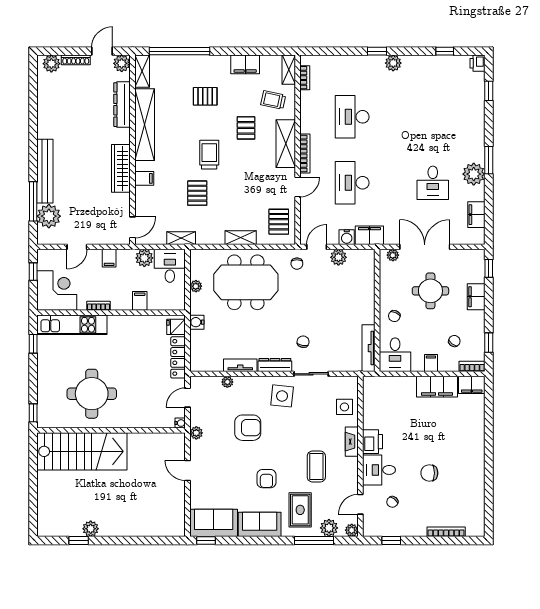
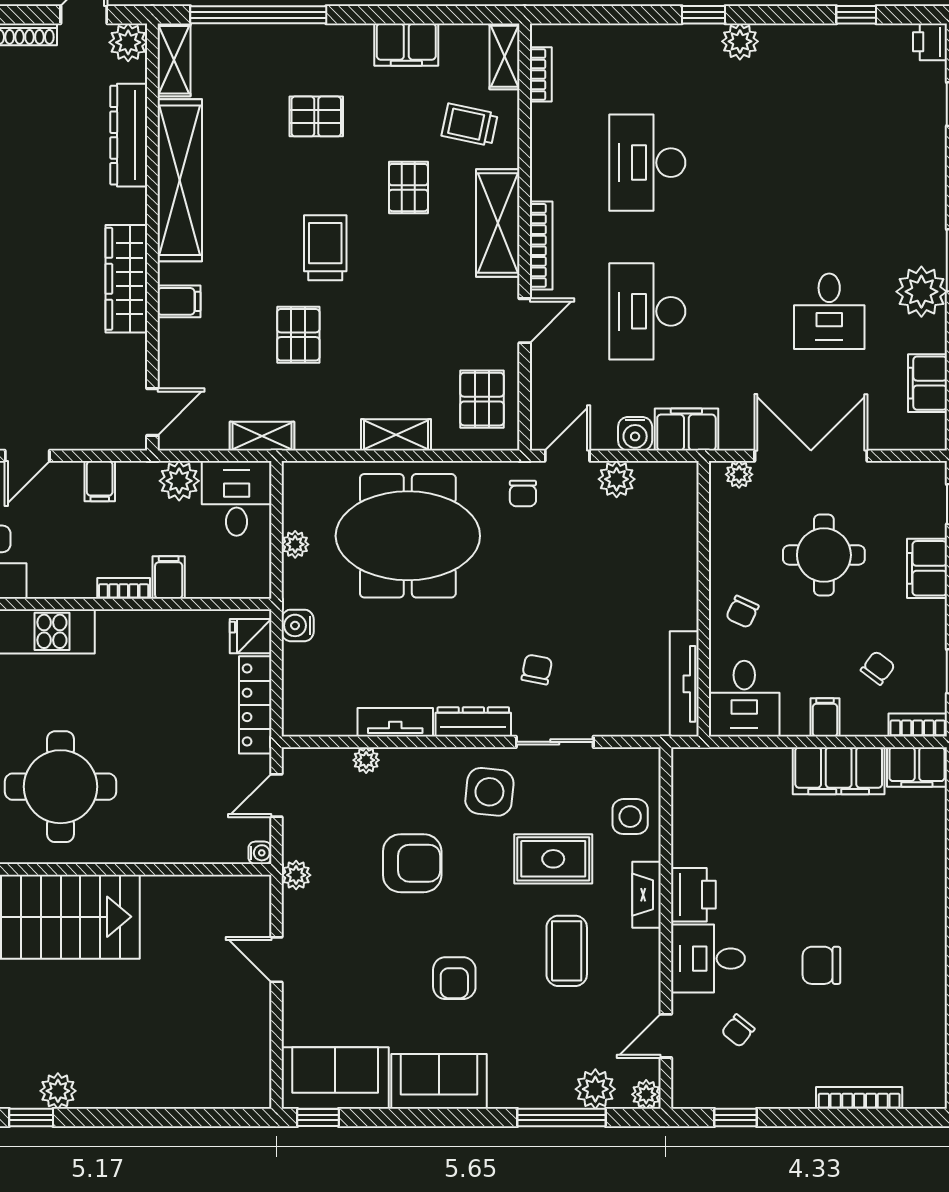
bookcase: (99, 306) -> (124, 588), moved
rug: (300, 510) -> (553, 859), moved, turned 90

